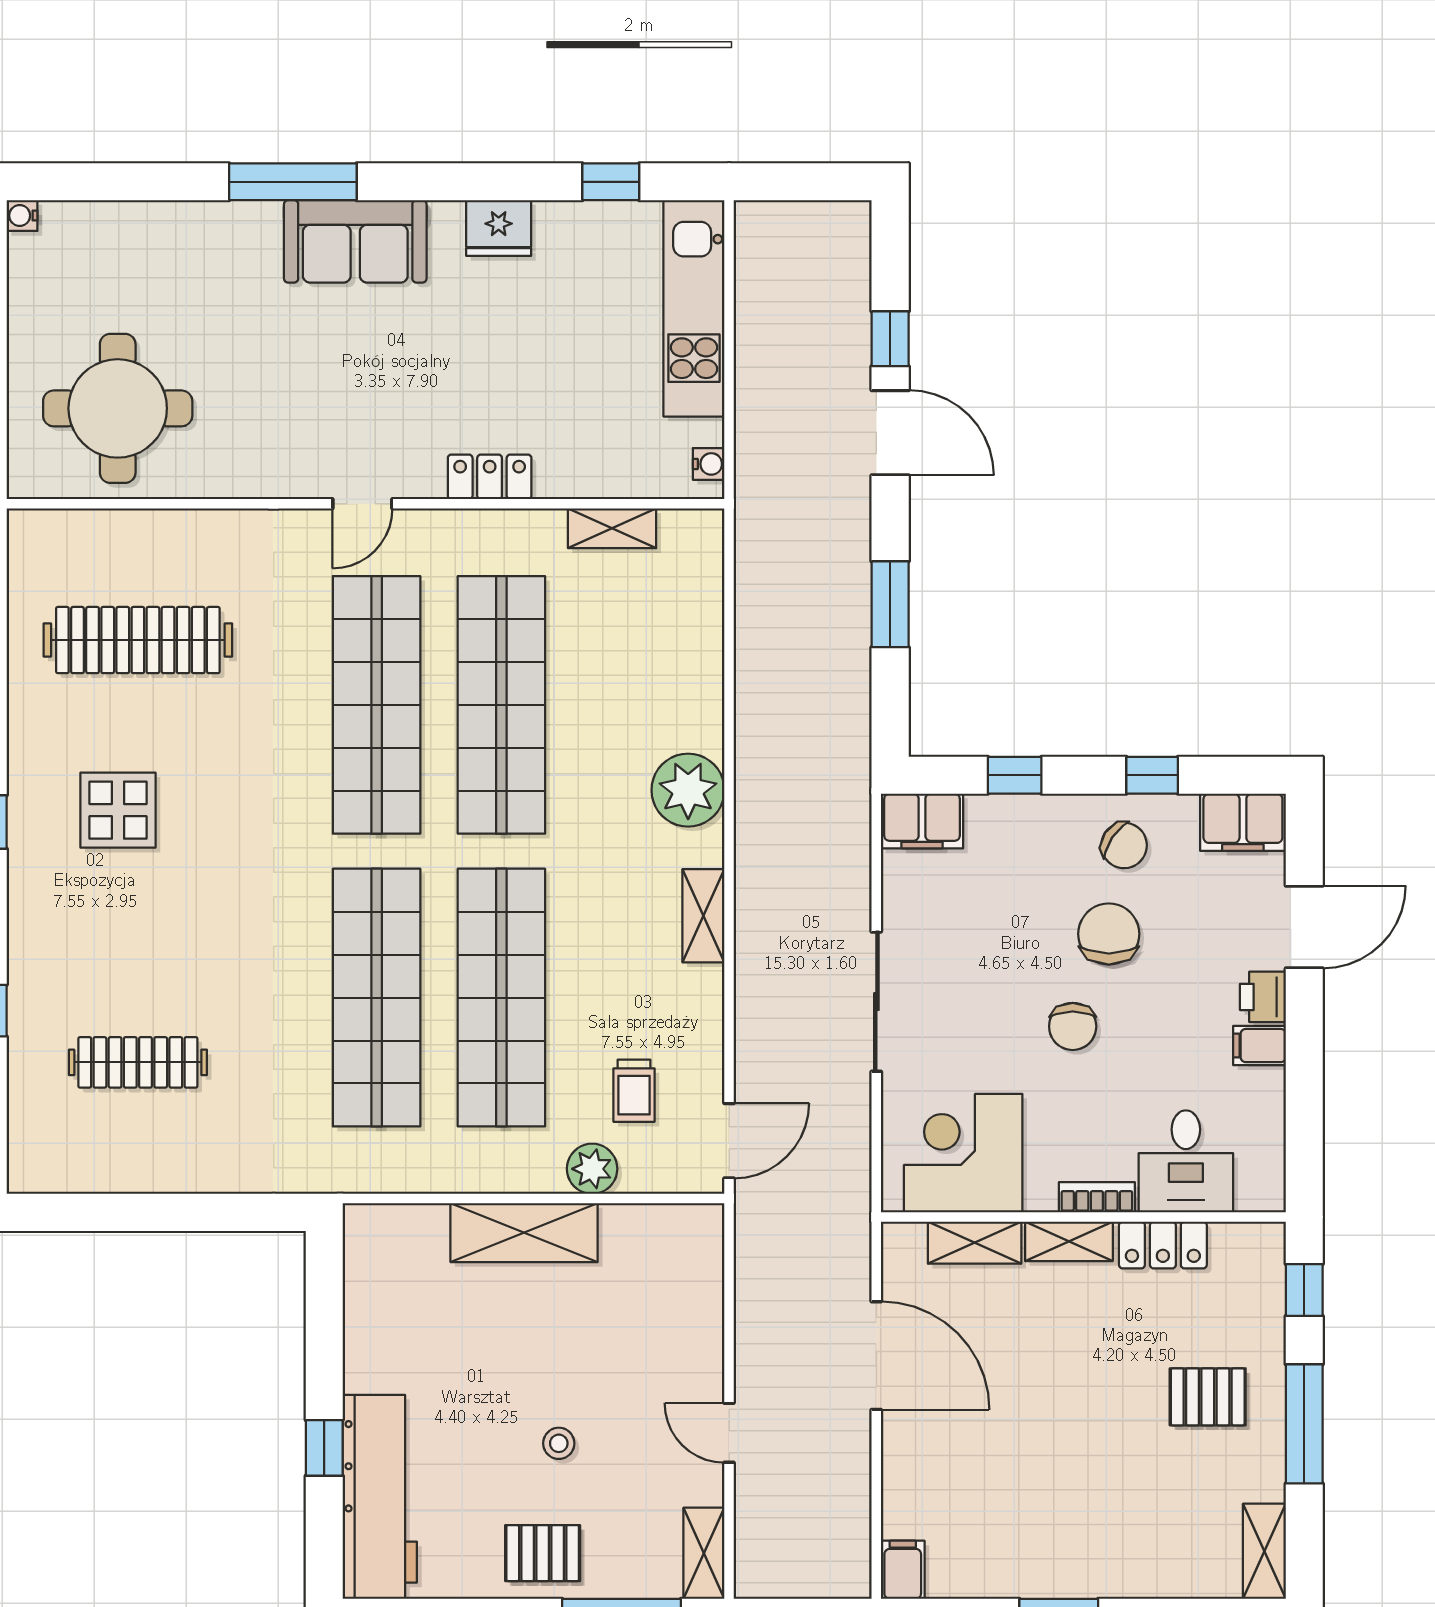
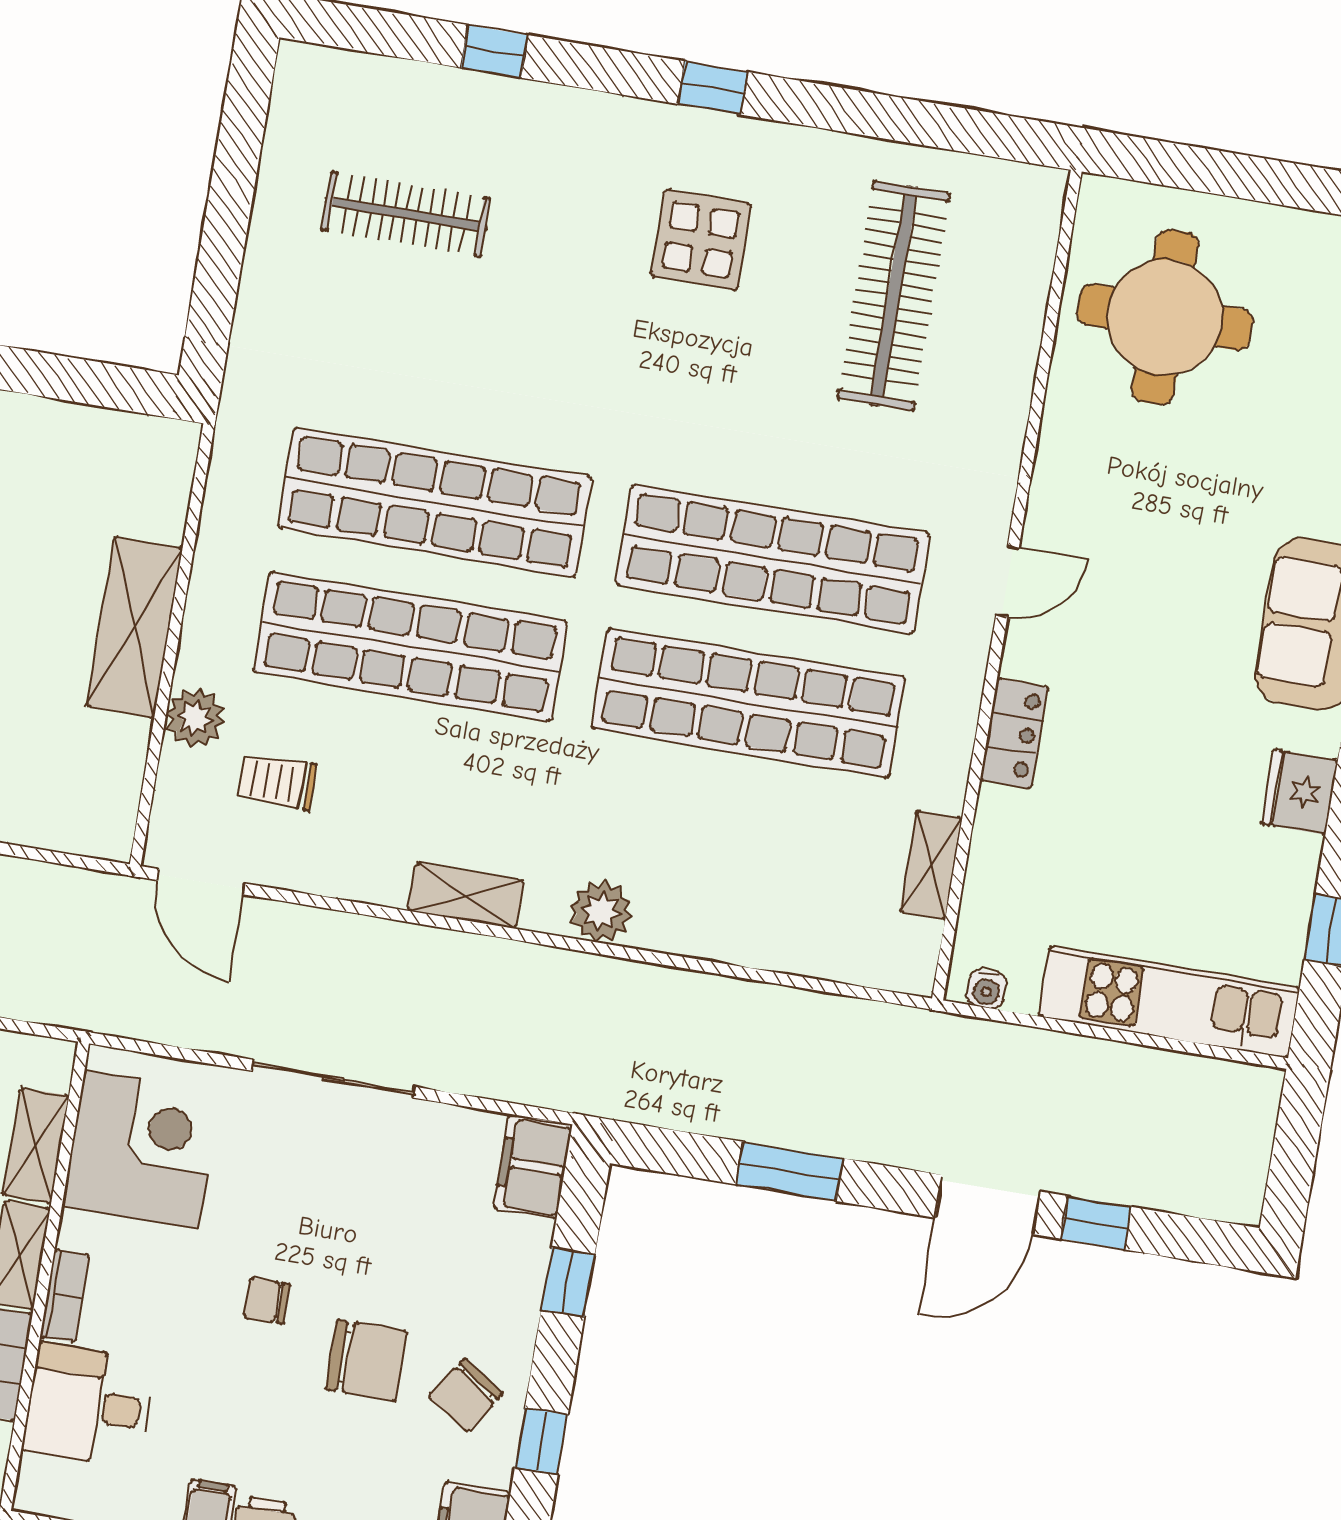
door: (362, 504) -> (1008, 581), swing flipped
plant: (688, 790) -> (601, 911), width x0.73, depth x0.73
chair: (1073, 1026) -> (267, 1301), width x0.73, depth x0.73
clothes rail: (138, 1062) -> (406, 214), turned 90

